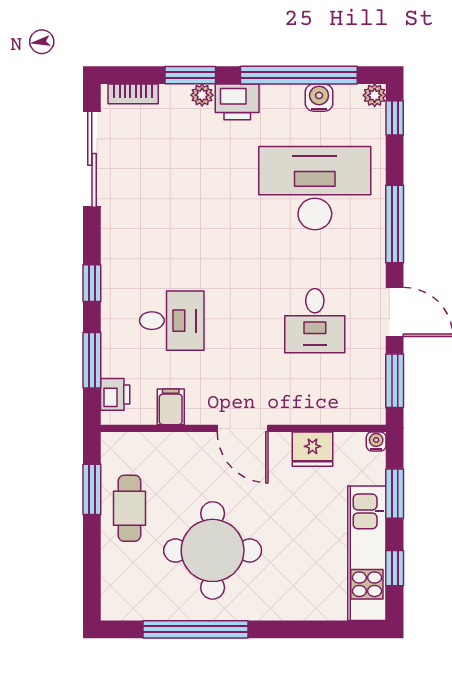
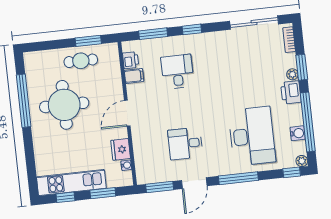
desk: (172, 321) -> (177, 72), turned 180
printer: (115, 394) -> (131, 60), moved, turned -90
water cooler: (376, 442) -> (126, 165), moved

